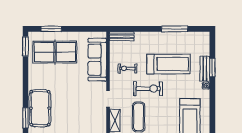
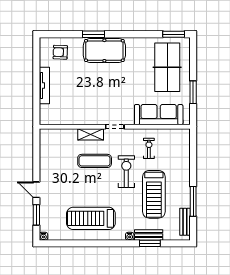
window: (51, 29) -> (193, 92), moved
bench: (122, 36) -> (185, 222), moved
exercise bike: (148, 89) -> (126, 172), turned 180

